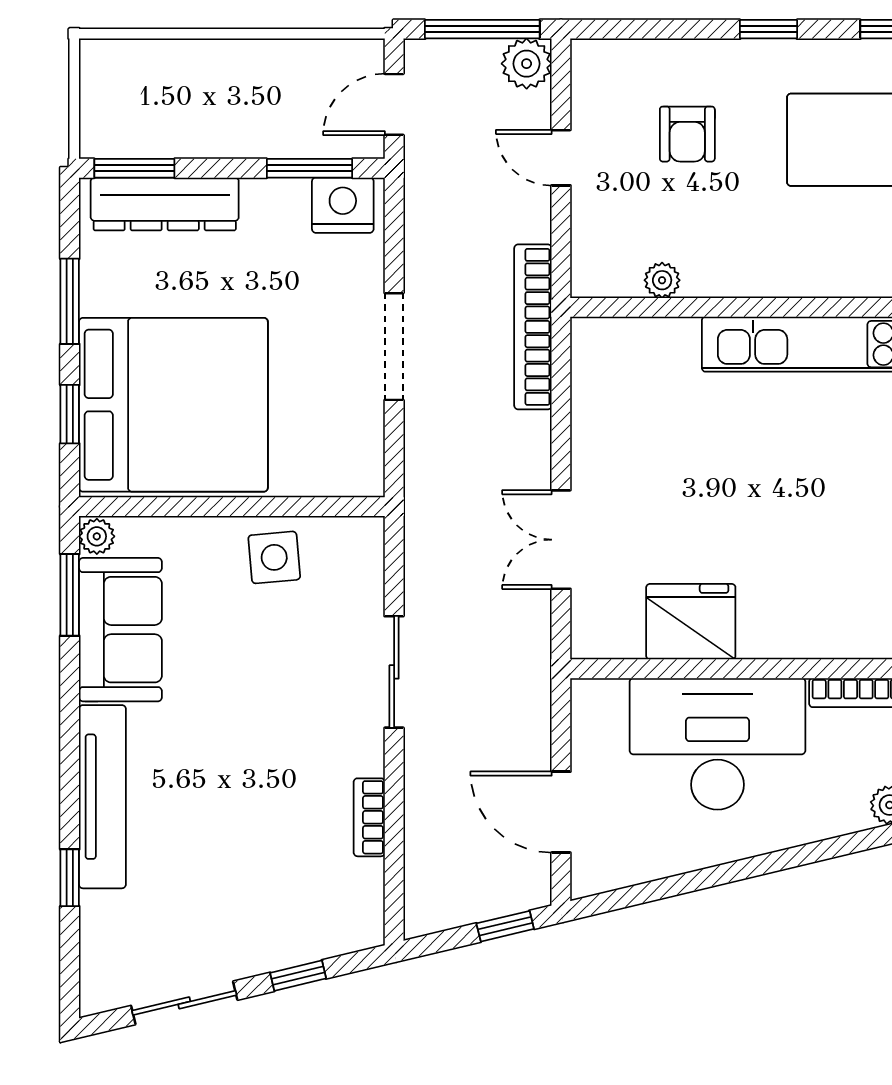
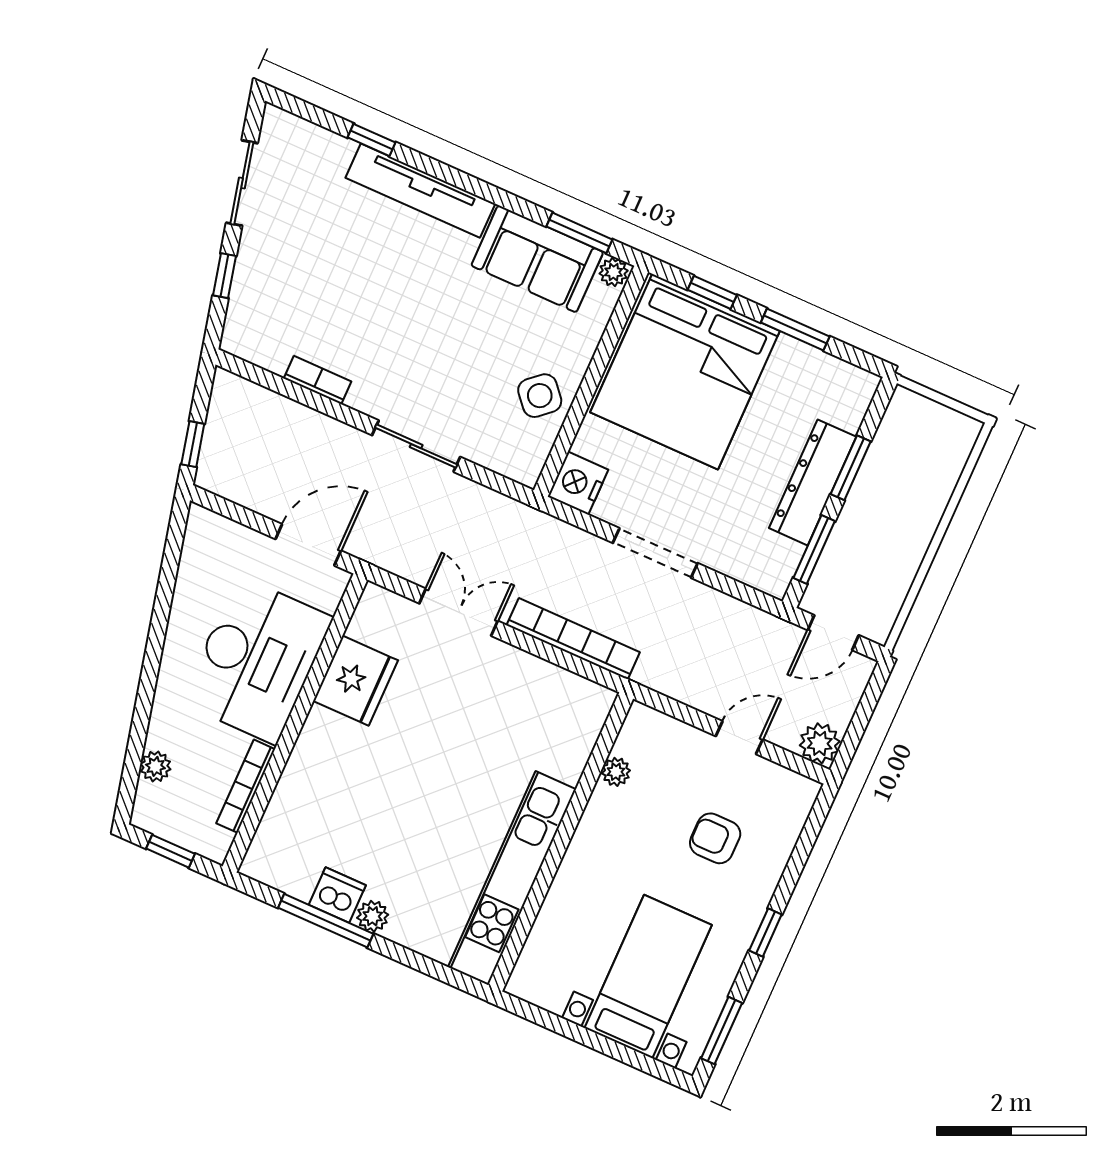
window: (482, 29) -> (860, 722), removed
door: (394, 104) -> (833, 633), swing flipped
window: (134, 168) -> (851, 468), moved
dresser: (165, 204) -> (813, 482), moved
nightstand: (343, 205) -> (578, 483), moved, turned 180
bookcase: (533, 327) -> (573, 639), moved
side table: (274, 557) -> (540, 396), turned -36
door: (561, 812) -> (308, 545), moved

